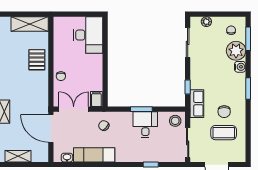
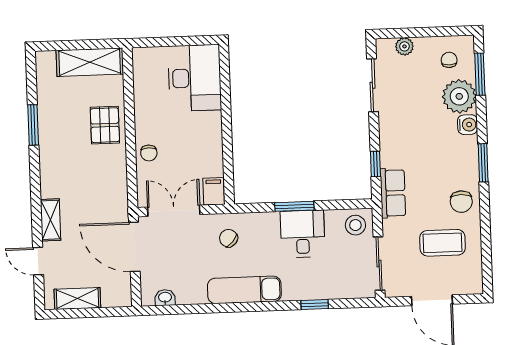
chair: (224, 112) -> (461, 202), moved
exam couch: (94, 155) -> (244, 290), moved

